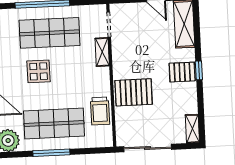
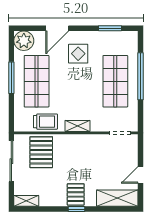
shelving: (102, 52) -> (78, 126), moved
display table: (39, 71) -> (78, 54), moved
pallet: (134, 92) -> (41, 152), moved
trolley: (100, 111) -> (45, 122), turned 180

